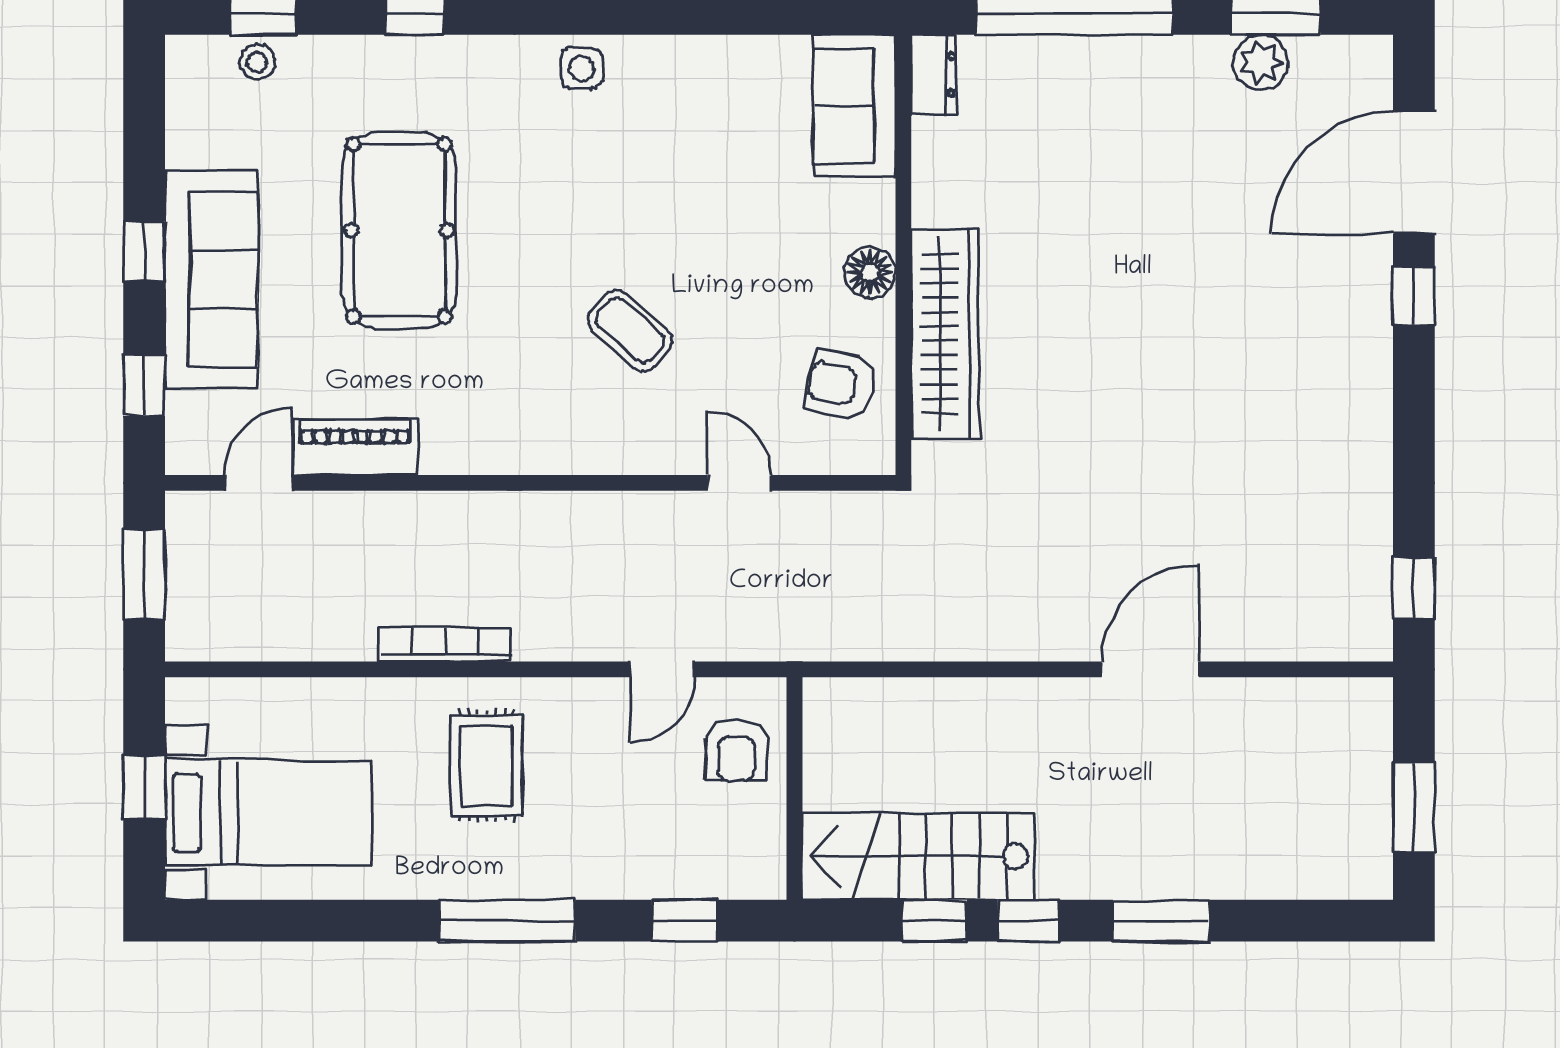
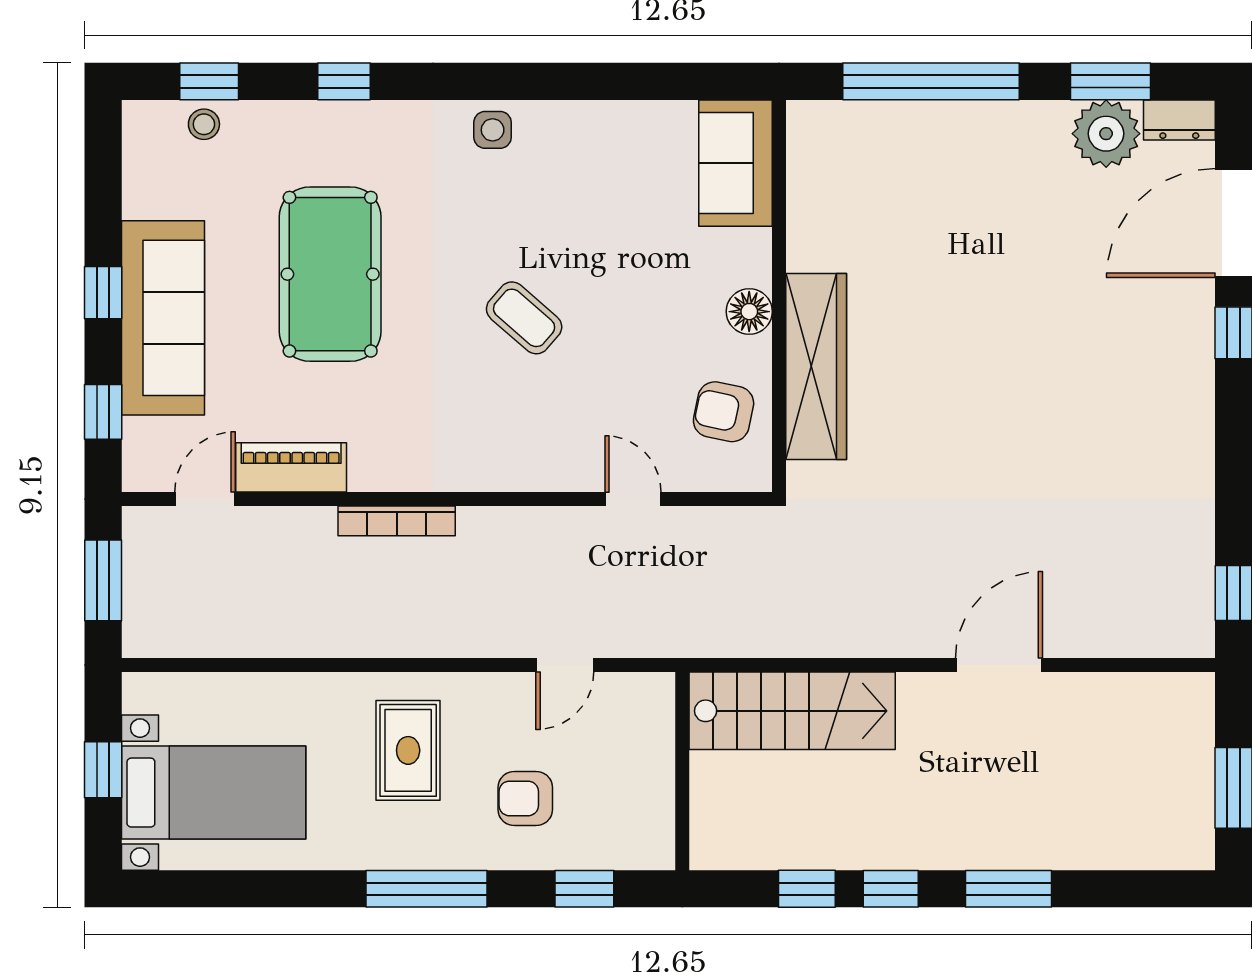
plant: (1260, 62) -> (1106, 134), width x1.36, depth x1.36
dresser: (934, 75) -> (1179, 120), moved, turned 90
coffee table: (630, 330) -> (524, 318), moved
bookcase: (445, 645) -> (397, 521), moved, turned 180
armchair: (736, 751) -> (525, 798), moved, turned 88
stairs: (918, 856) -> (792, 711), moved, turned 180

